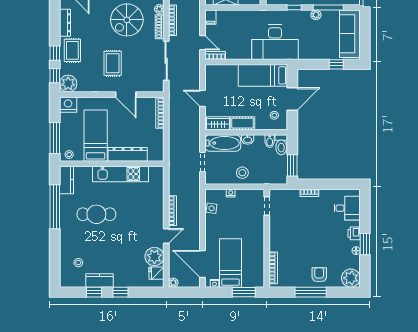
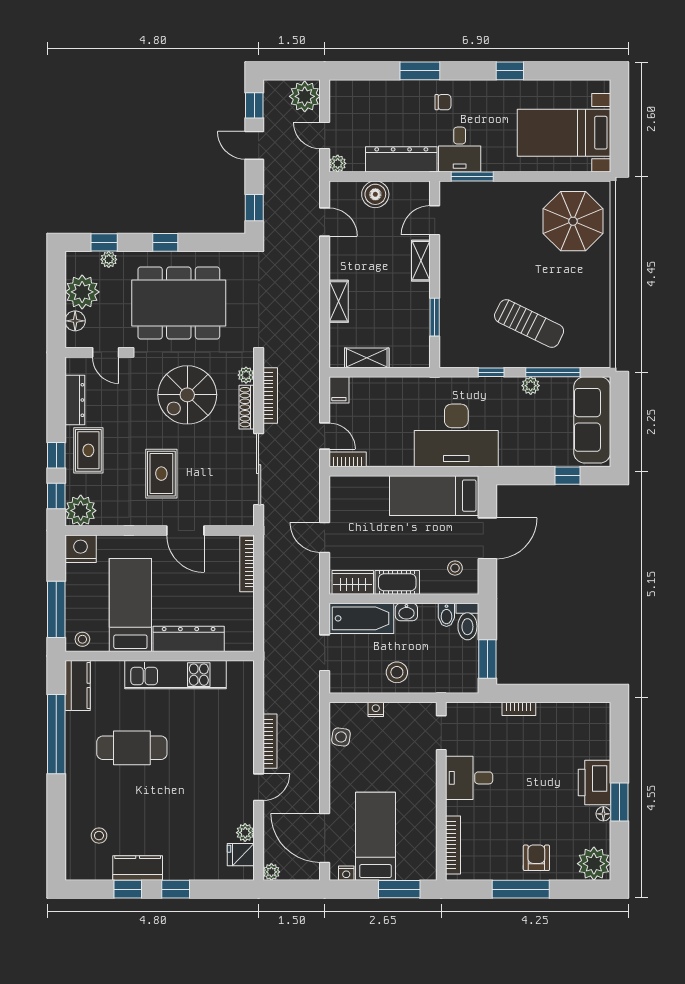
desk: (347, 208) -> (469, 778), moved, turned 180
printer: (354, 233) -> (595, 783), width x1.87, depth x1.48
plant: (154, 257) -> (245, 833), width x0.53, depth x0.53

